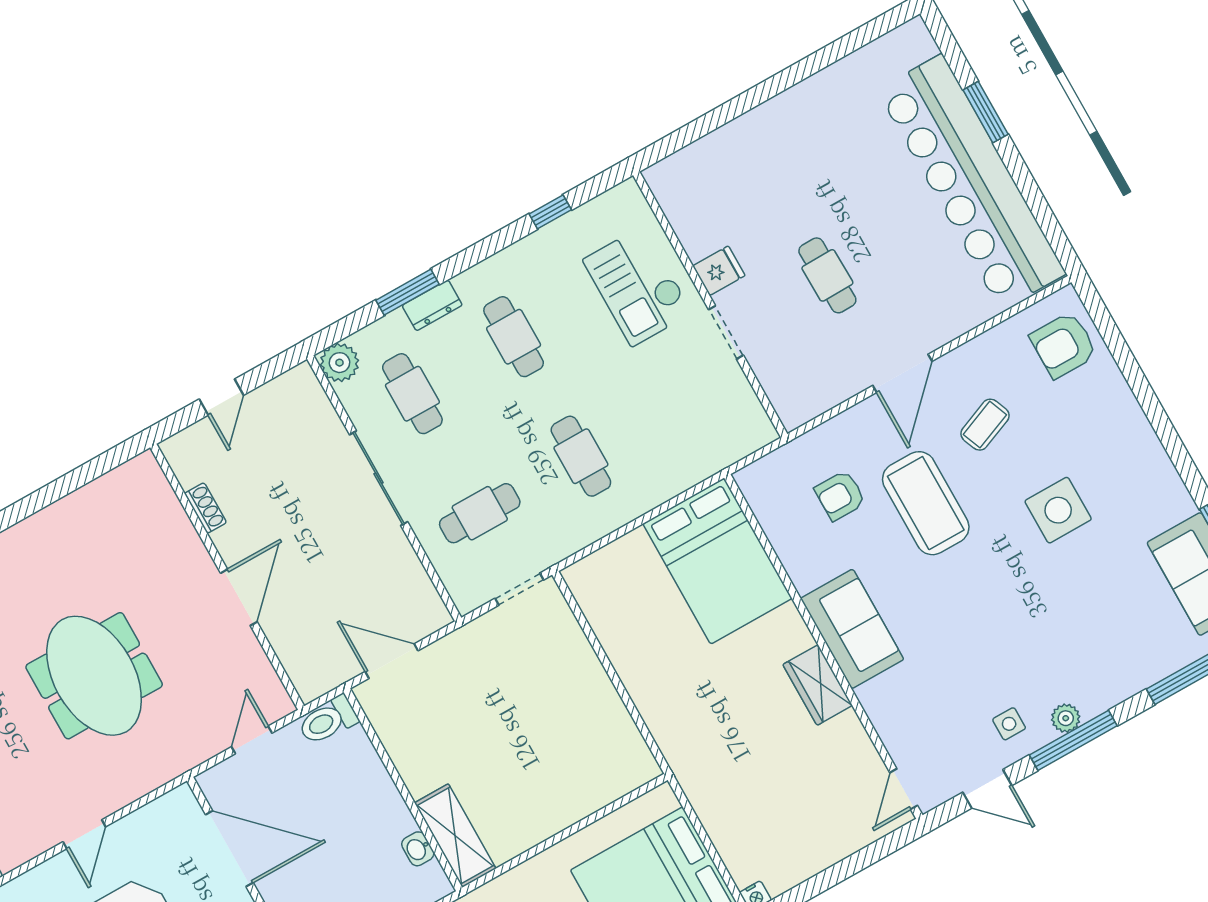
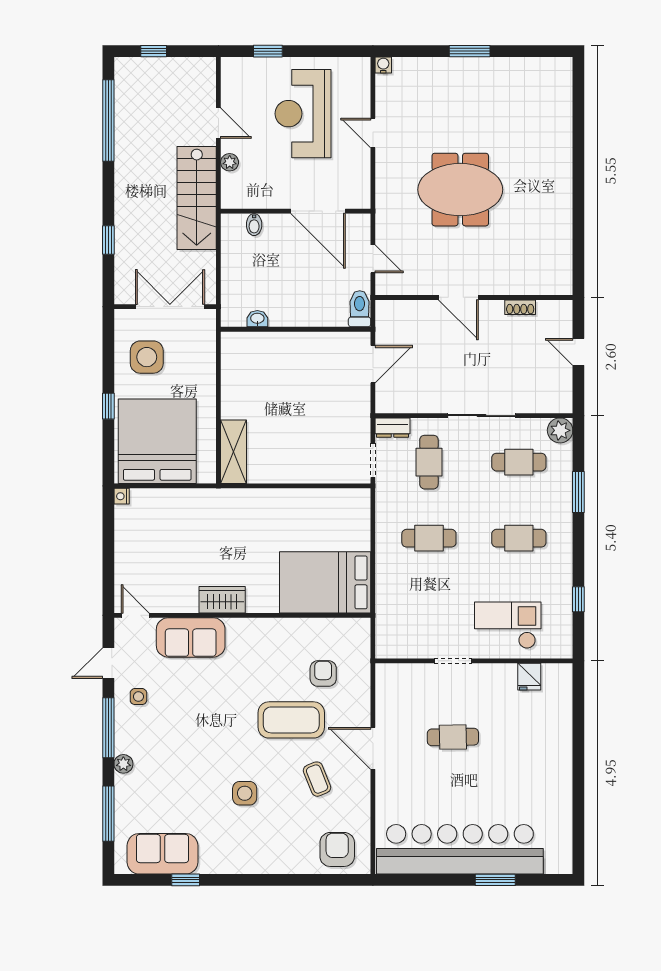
fridge: (719, 271) -> (529, 677), moved
dresser: (432, 305) -> (393, 428), moved, turned -90
side table: (1058, 510) -> (245, 793), width x0.73, depth x0.73
sofa: (852, 629) -> (191, 637), moved
plant: (1066, 718) -> (123, 764), moved
shelving: (455, 836) -> (234, 452), moved, turned 90
door: (229, 849) -> (318, 211), hinge flipped

